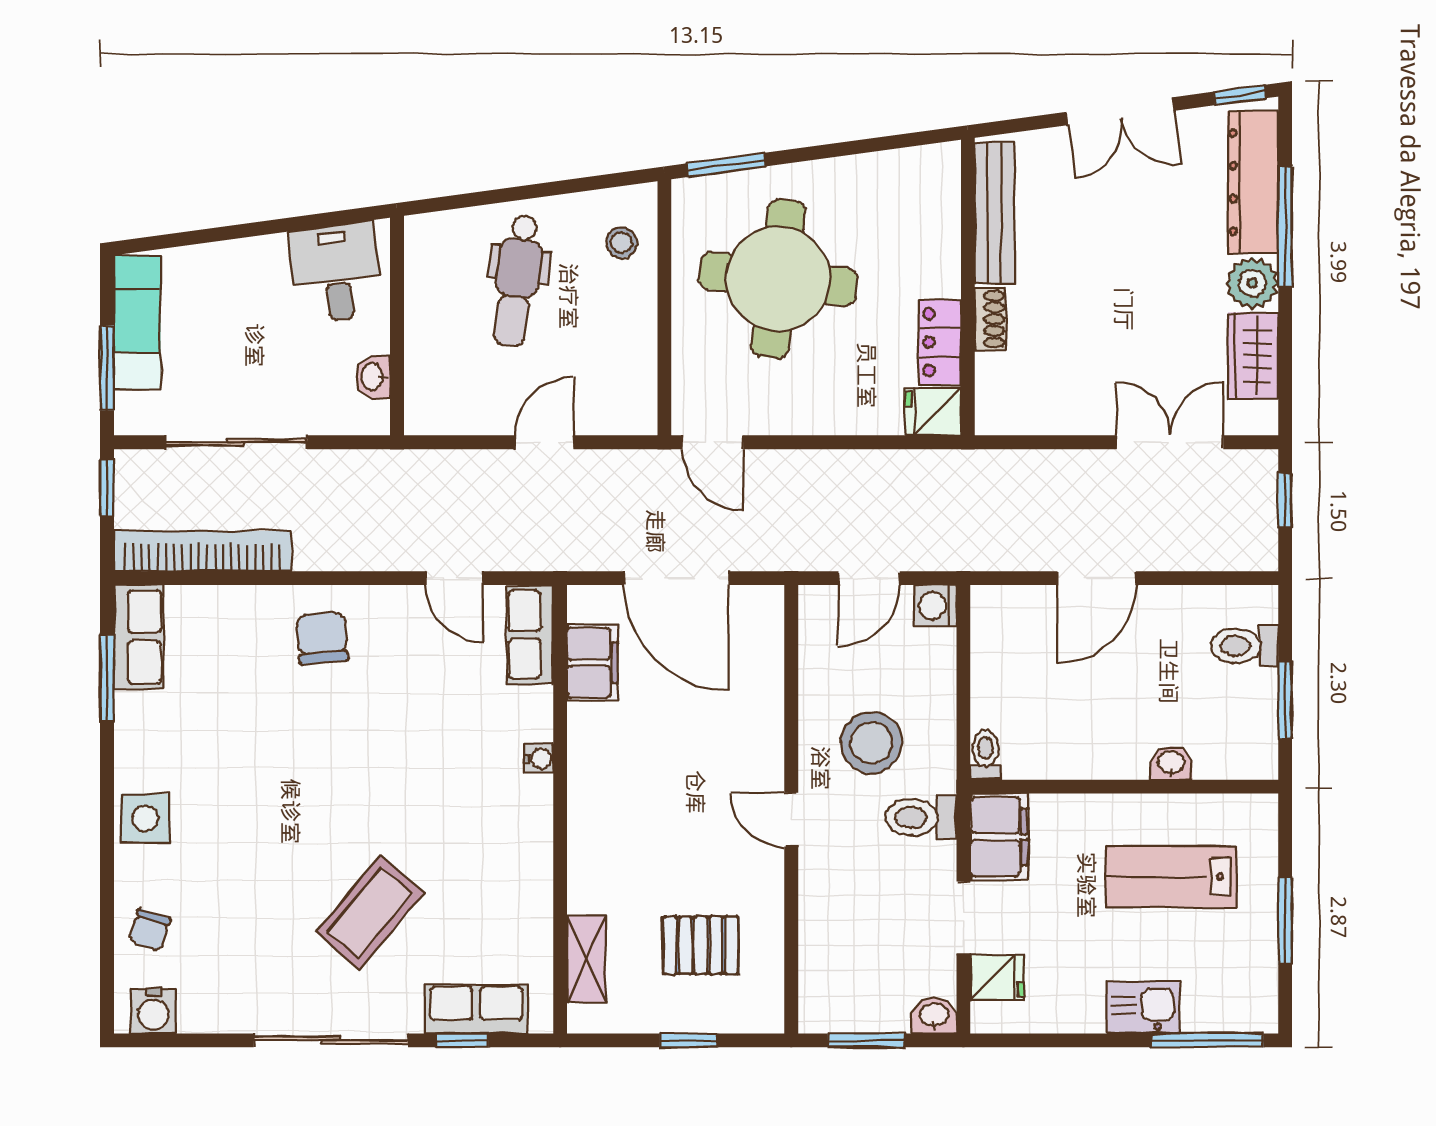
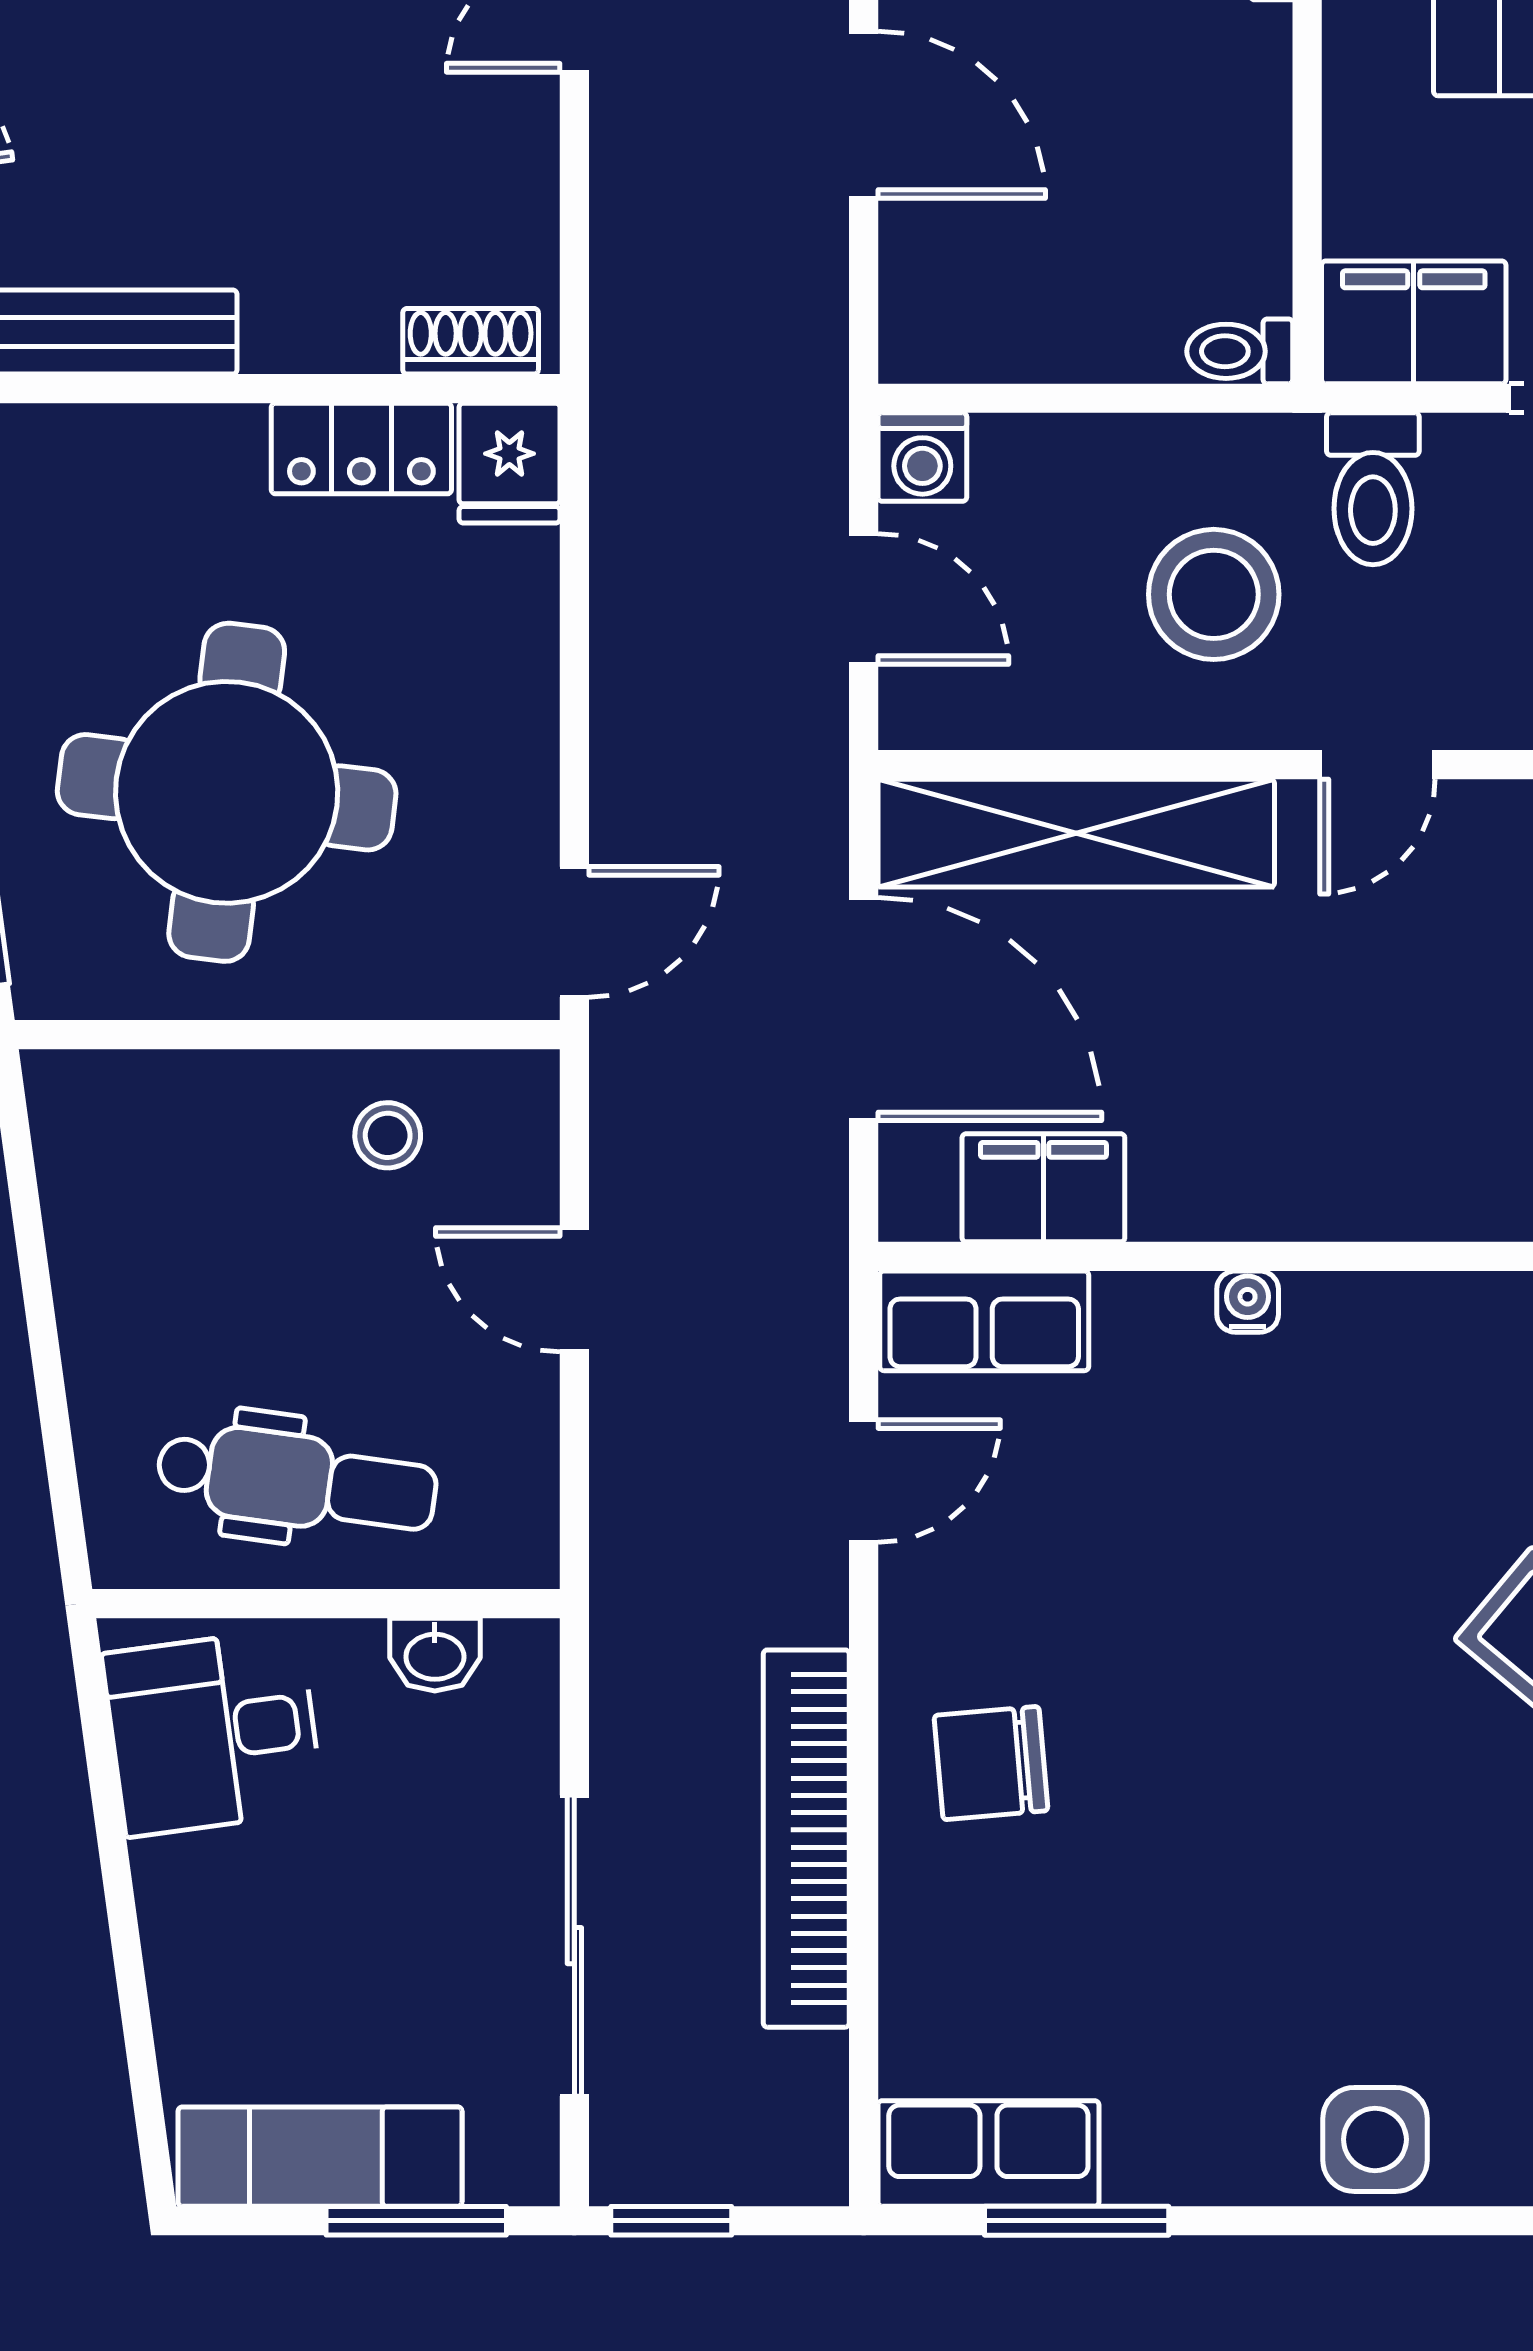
stool: (621, 243) -> (388, 1135), moved
dental chair: (517, 281) -> (297, 1481), moved
shoe rack: (990, 319) -> (471, 341), moved
bookcase: (202, 551) -> (806, 1839), moved
door: (676, 578) -> (864, 1009), hinge flipped
shelving: (759, 678) -> (1076, 833), added

